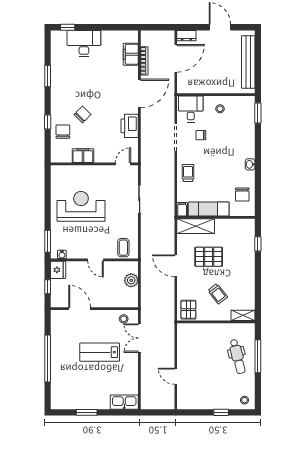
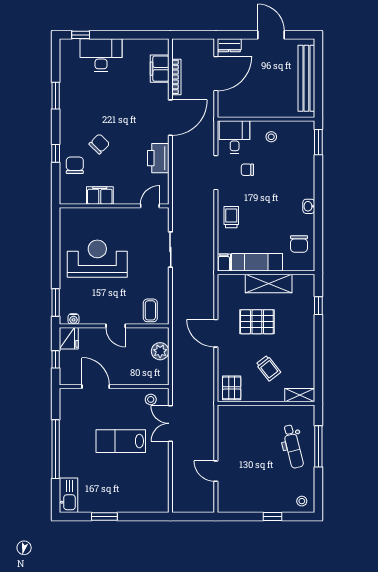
shelving: (196, 226) -> (269, 283), moved
kitchen sink: (124, 402) -> (69, 495), moved, turned 90

